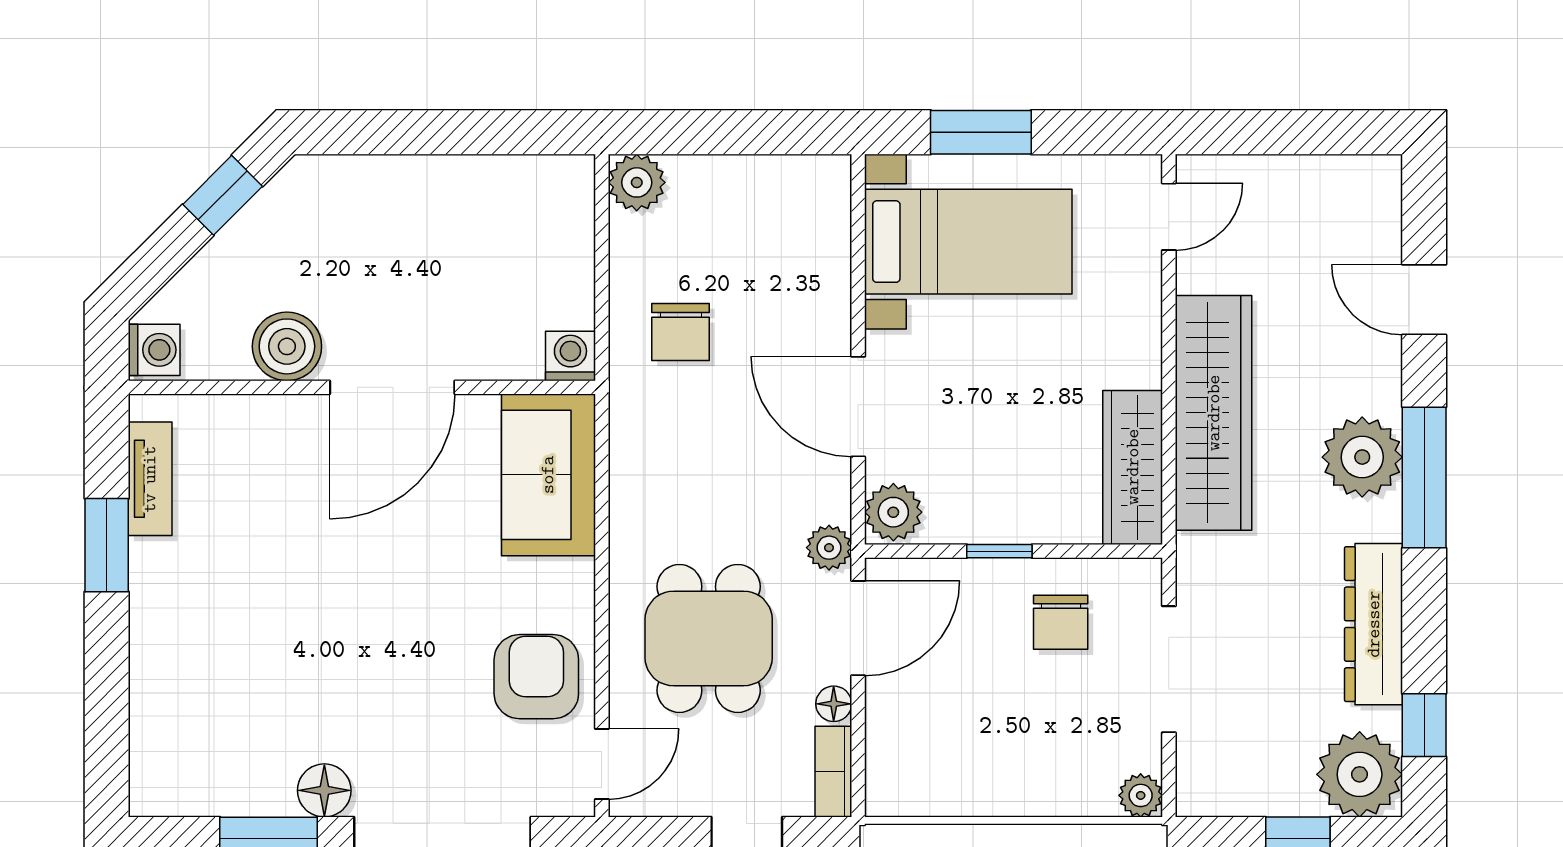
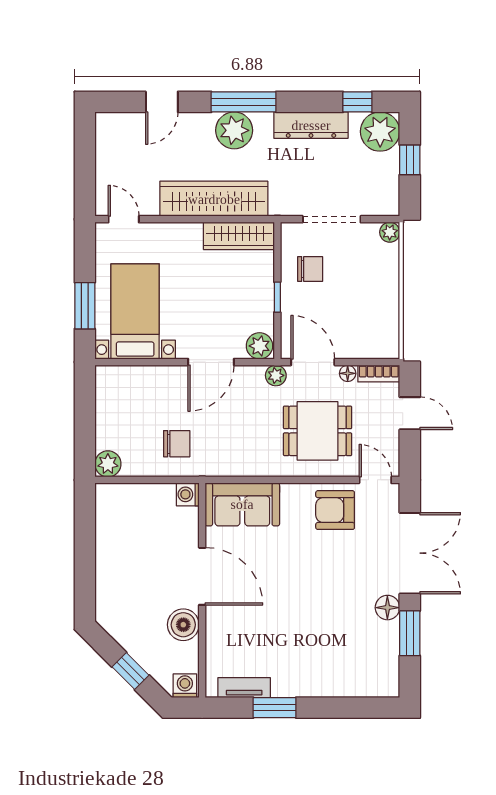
window: (223, 195) -> (131, 671), moved

